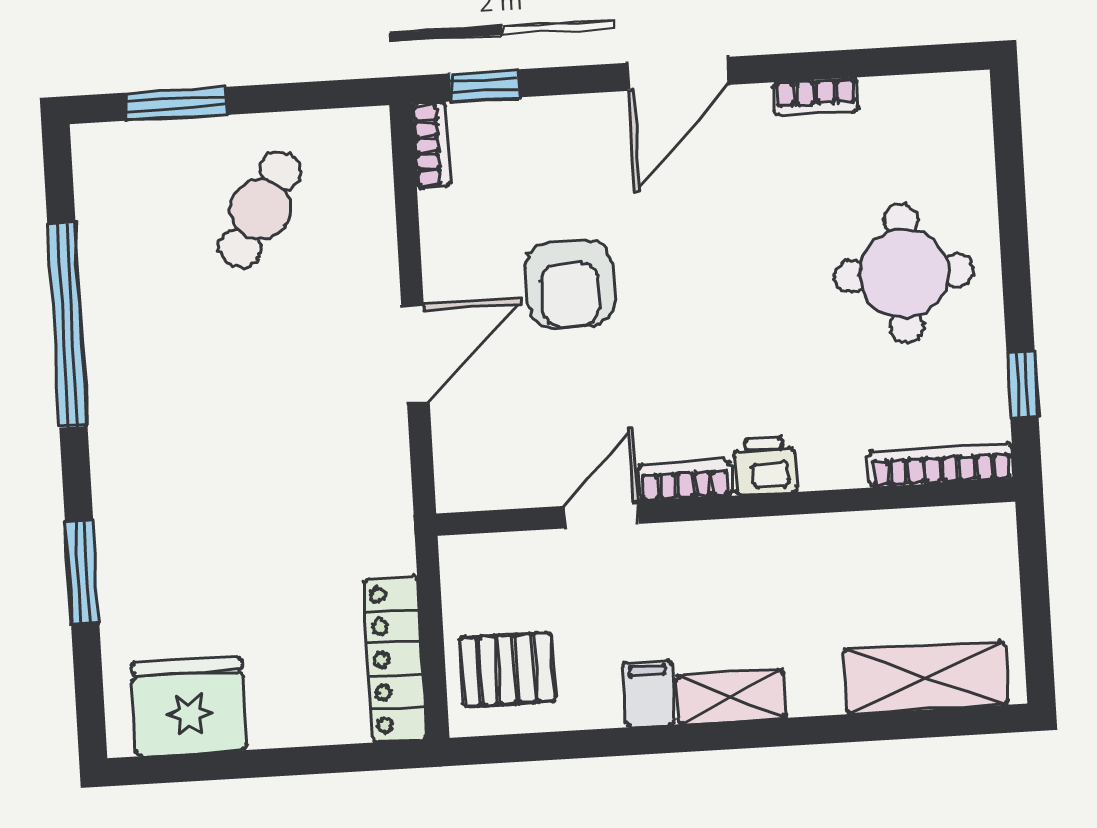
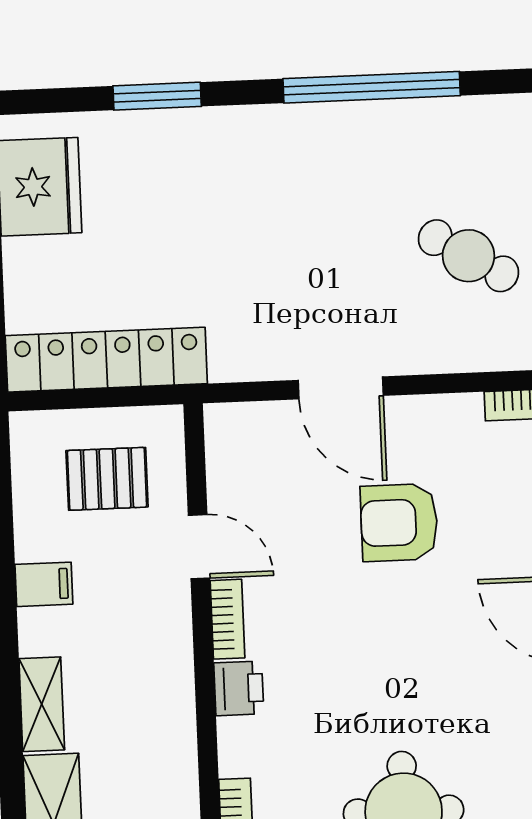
locker: (395, 659) -> (106, 360), width x1.41, depth x1.21
pallet: (507, 669) -> (107, 479), moved, turned 90
shelving: (732, 697) -> (42, 704), moved

